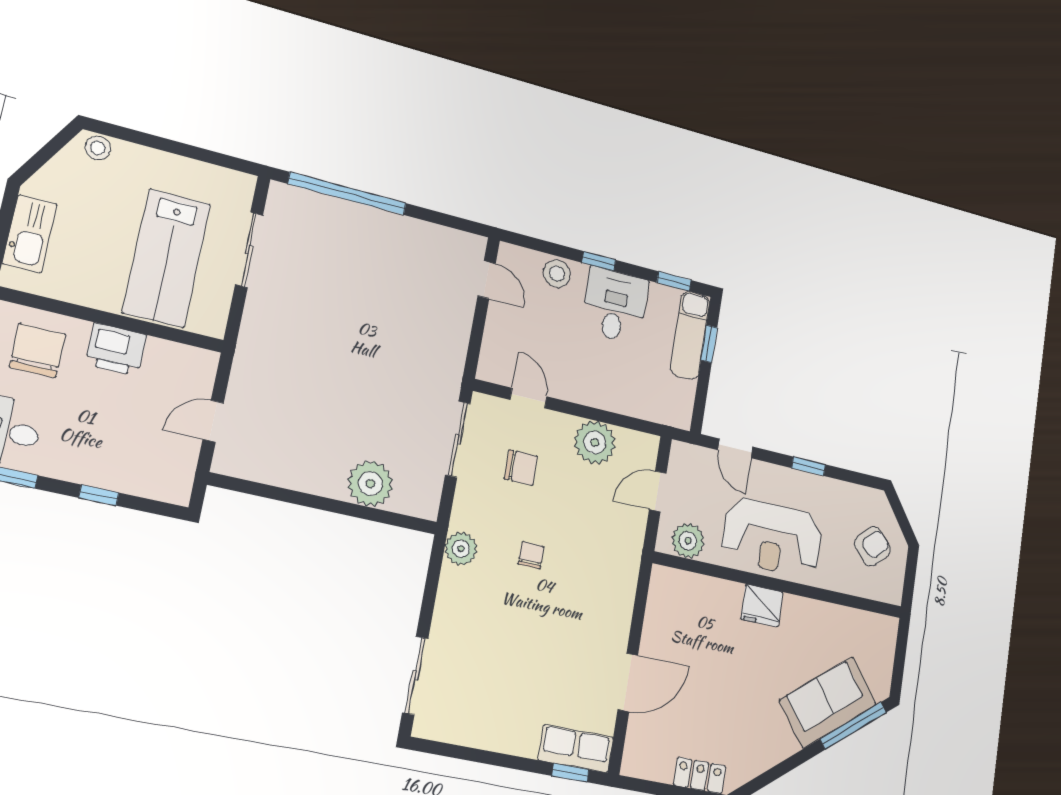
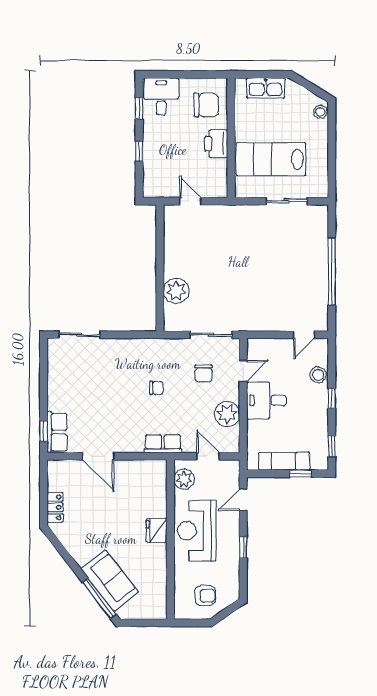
window: (347, 194) -> (332, 272), moved
desk: (615, 306) -> (267, 400), moved, turned 180
exam couch: (690, 335) -> (284, 461), moved
armchair: (872, 546) -> (205, 596), turned -48
plant: (461, 549) -> (152, 348), removed
row of seats: (625, 564) -> (163, 444), added

